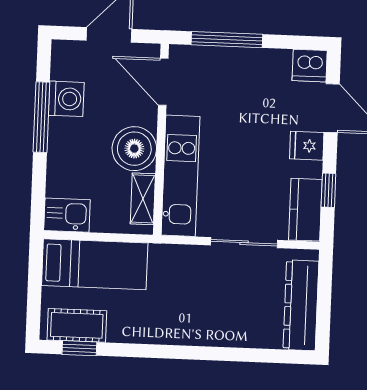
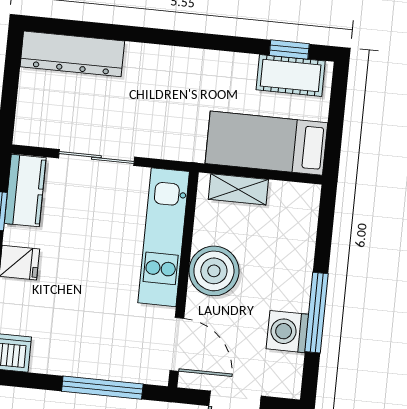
shelving: (143, 199) -> (238, 189), moved, turned 90
kitchen sink: (67, 215) -> (294, 200), removed
dresser: (301, 305) -> (72, 54), moved, turned 90

